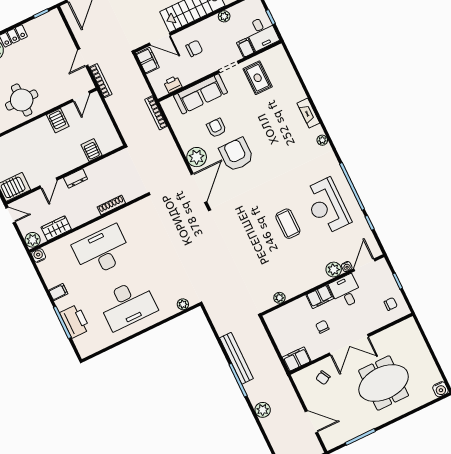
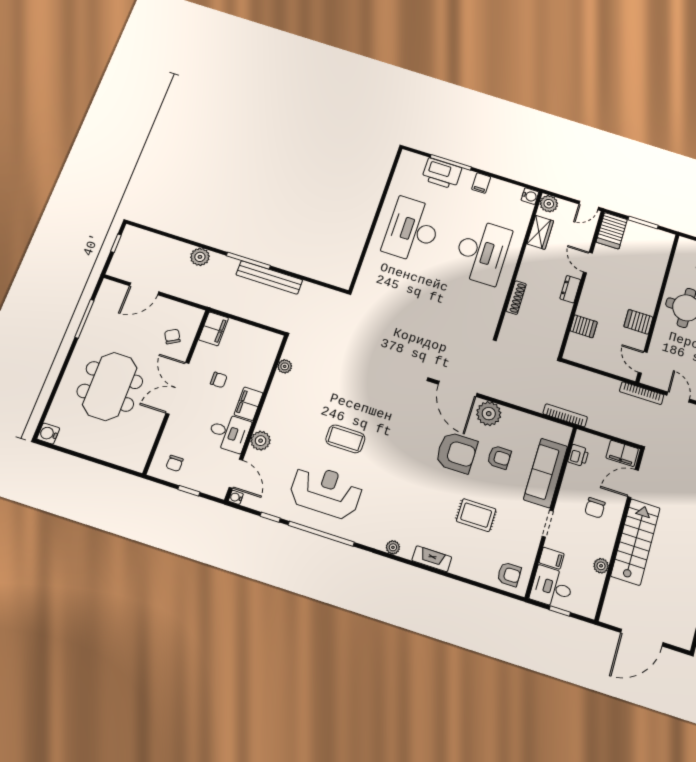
armchair: (277, 63) -> (509, 574), added
rug: (258, 78) -> (476, 515), moved
water cooler: (347, 267) -> (236, 497), moved
plant: (183, 304) -> (365, 276), removed

